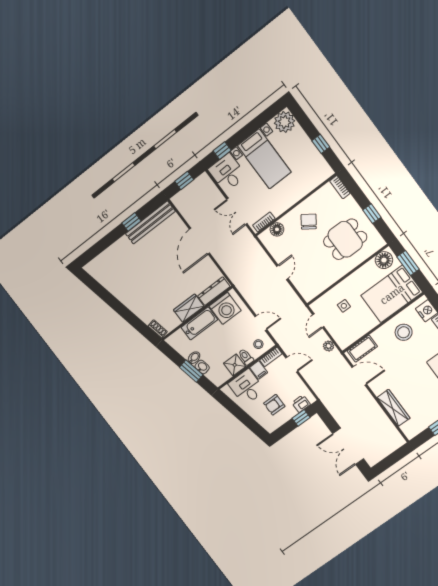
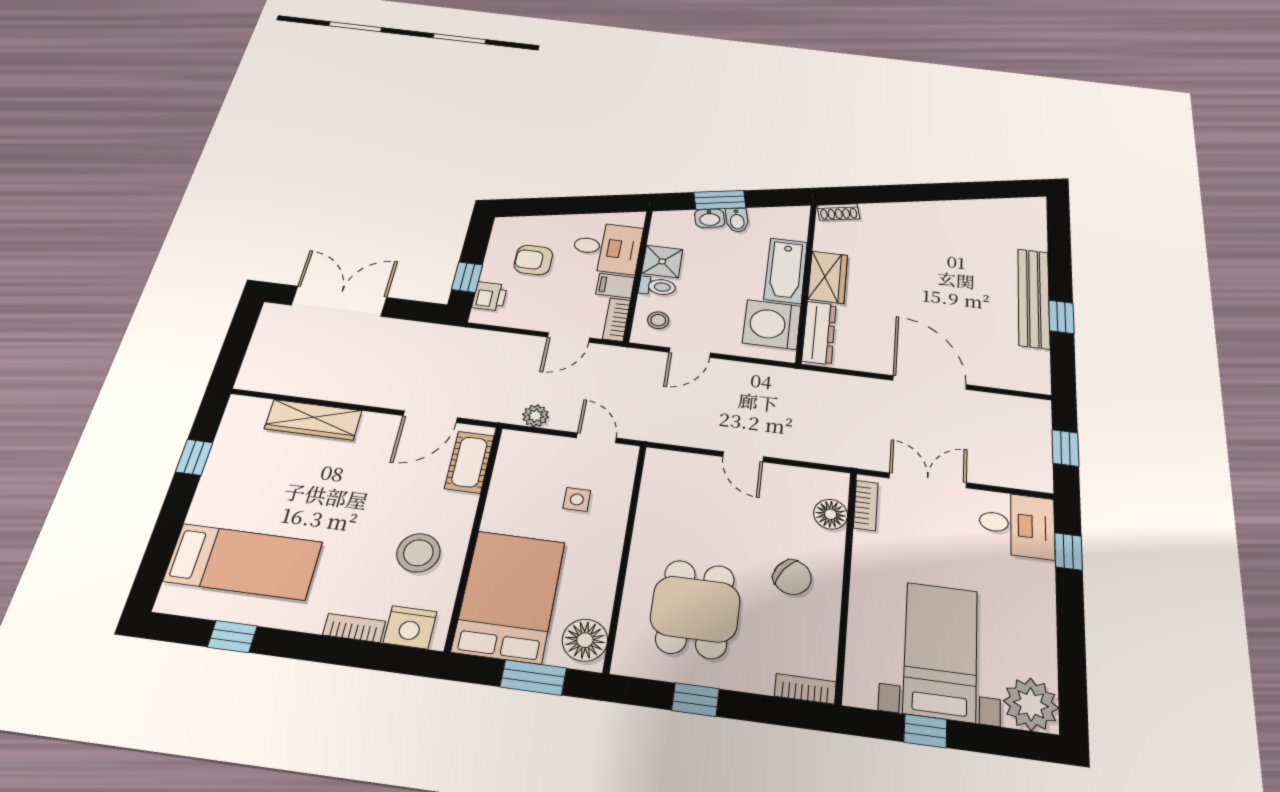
bed with nightstands: (264, 159) -> (941, 651), moved, turned 90
bench: (150, 222) -> (1034, 298), moved
armchair: (274, 405) -> (533, 260), turned -90

